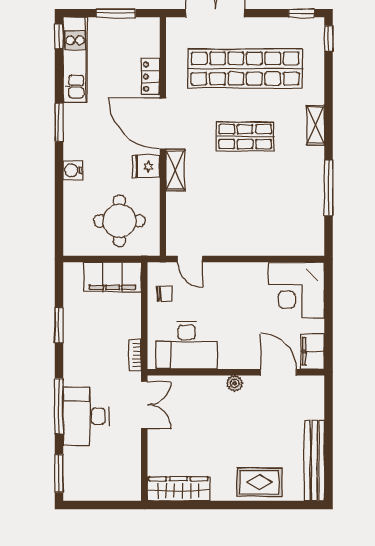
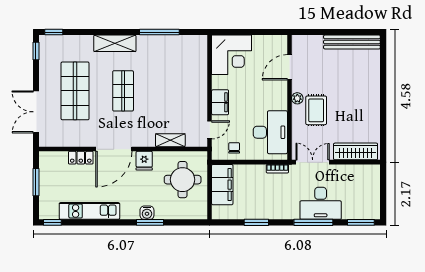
kitchen unit: (75, 60) -> (89, 211), moved
shop shelf: (245, 69) -> (75, 91), width x0.71
window: (59, 122) -> (150, 222), moved
shelving: (315, 125) -> (115, 43), width x1.50, depth x1.33
shelving: (175, 170) -> (170, 140), moved
filing cabinet: (313, 351) -> (220, 102), moved, turned -90
rug: (259, 482) -> (316, 110), moved
wardrobe: (178, 489) -> (356, 151), moved, turned 90

